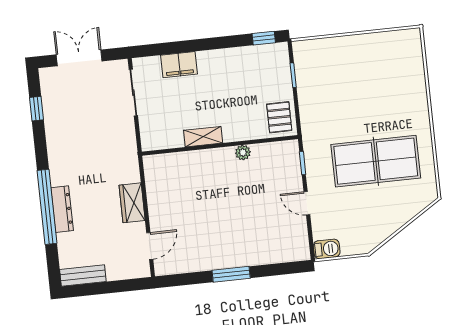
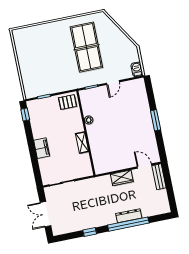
filing cabinet: (179, 65) -> (42, 148), moved
window: (36, 109) -> (90, 232), moved
bench: (83, 276) -> (159, 177), moved

